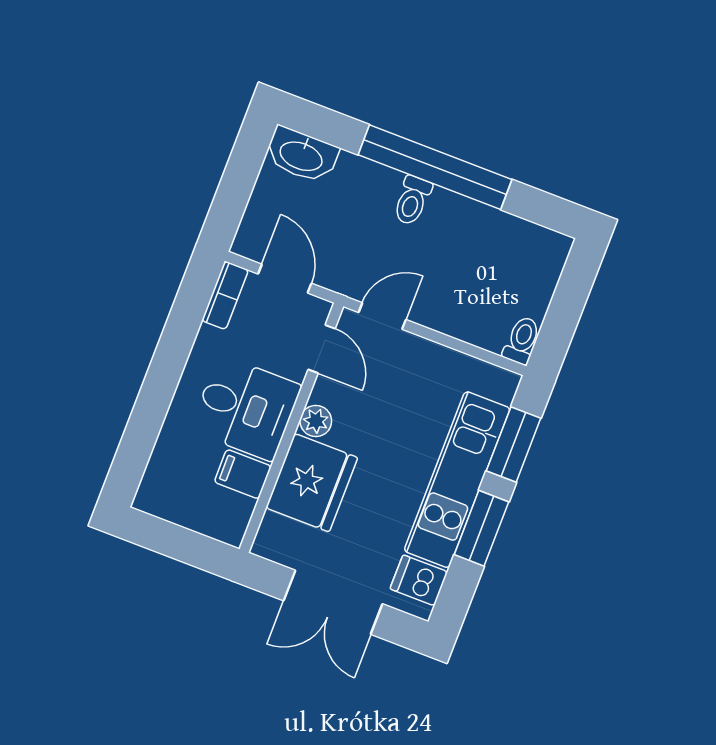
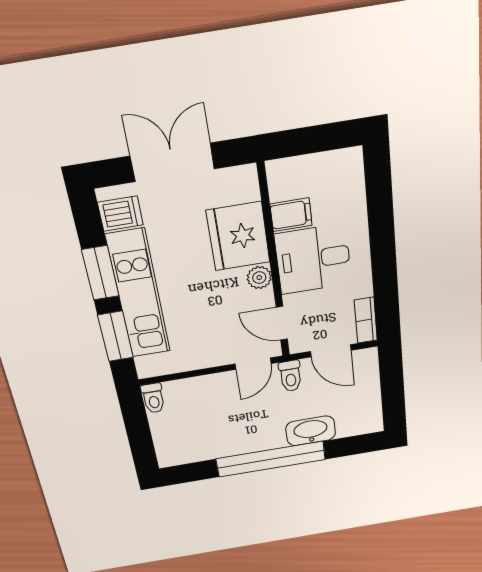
washbasin: (301, 155) -> (311, 431), moved
toilet: (412, 200) -> (290, 376), moved, turned 180

